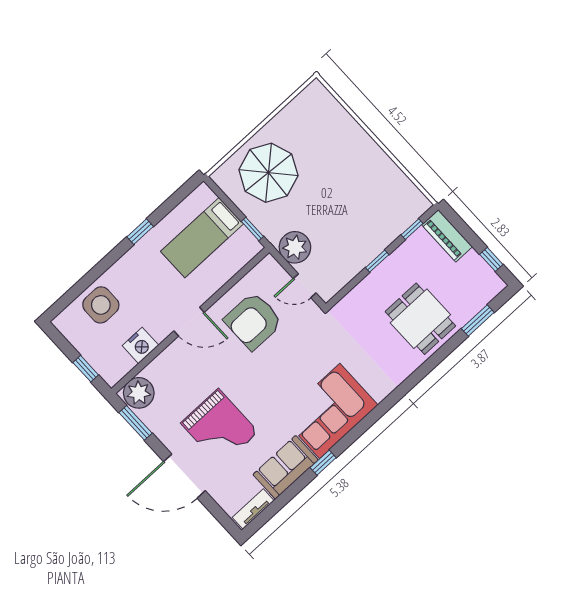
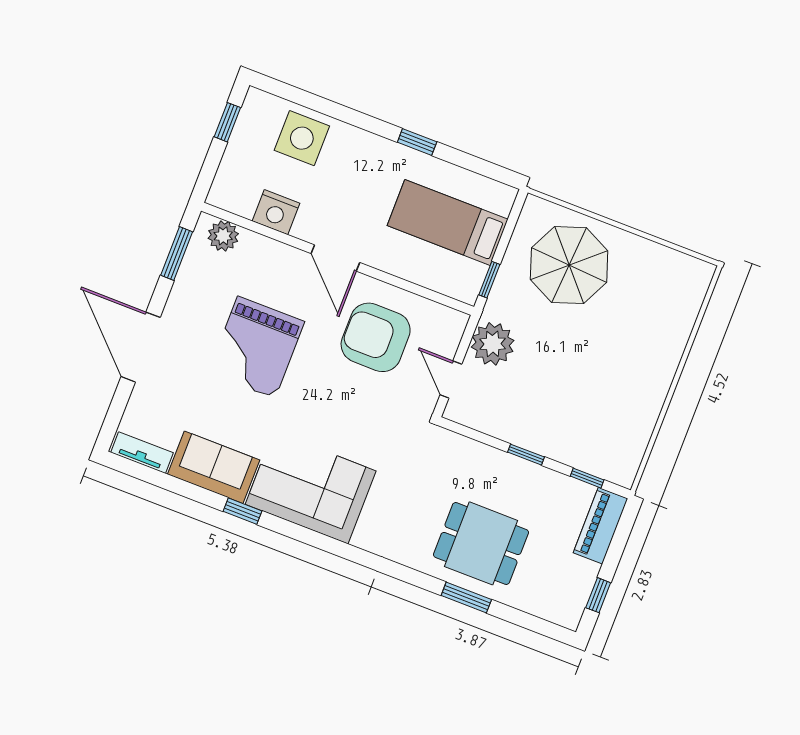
dining table: (420, 319) -> (481, 543), turned 90
window: (478, 320) -> (466, 597), moved
window: (86, 369) -> (227, 122), moved
plant: (139, 393) -> (223, 236), width x0.73, depth x0.73
grand piano: (220, 428) -> (256, 347), moved

